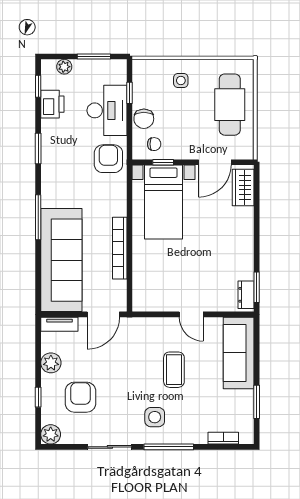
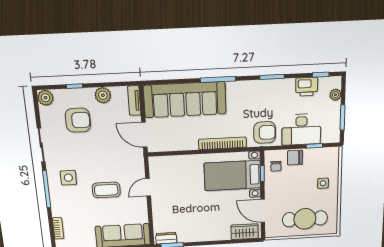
bookcase: (120, 248) -> (222, 143), moved
door: (191, 314) -> (148, 187), moved

